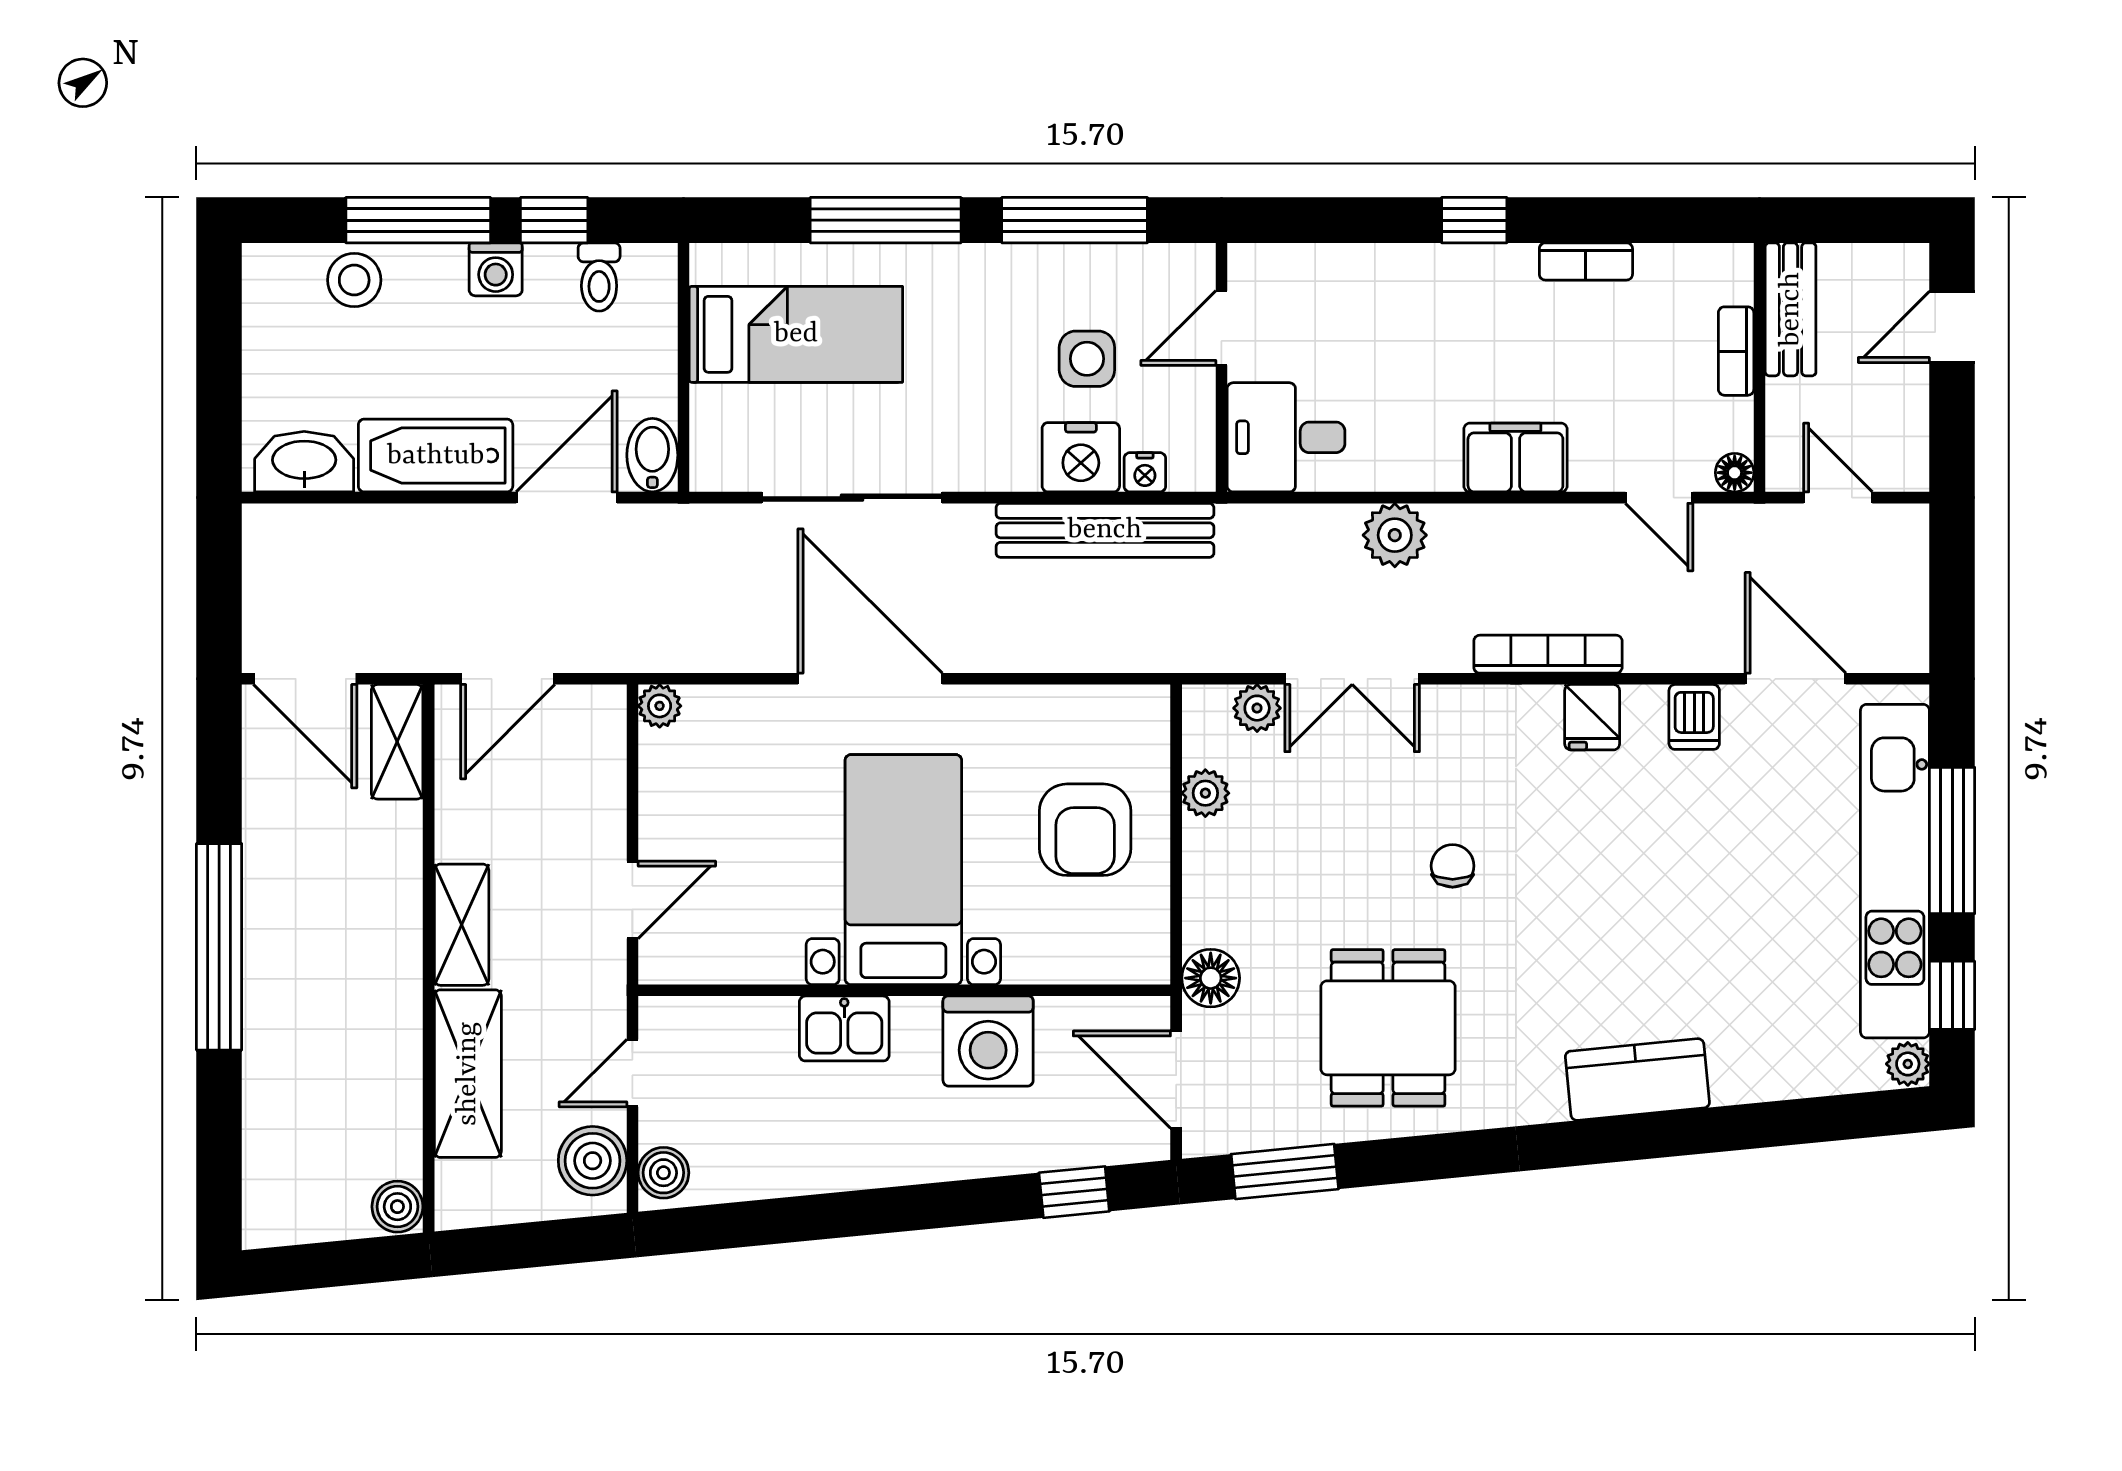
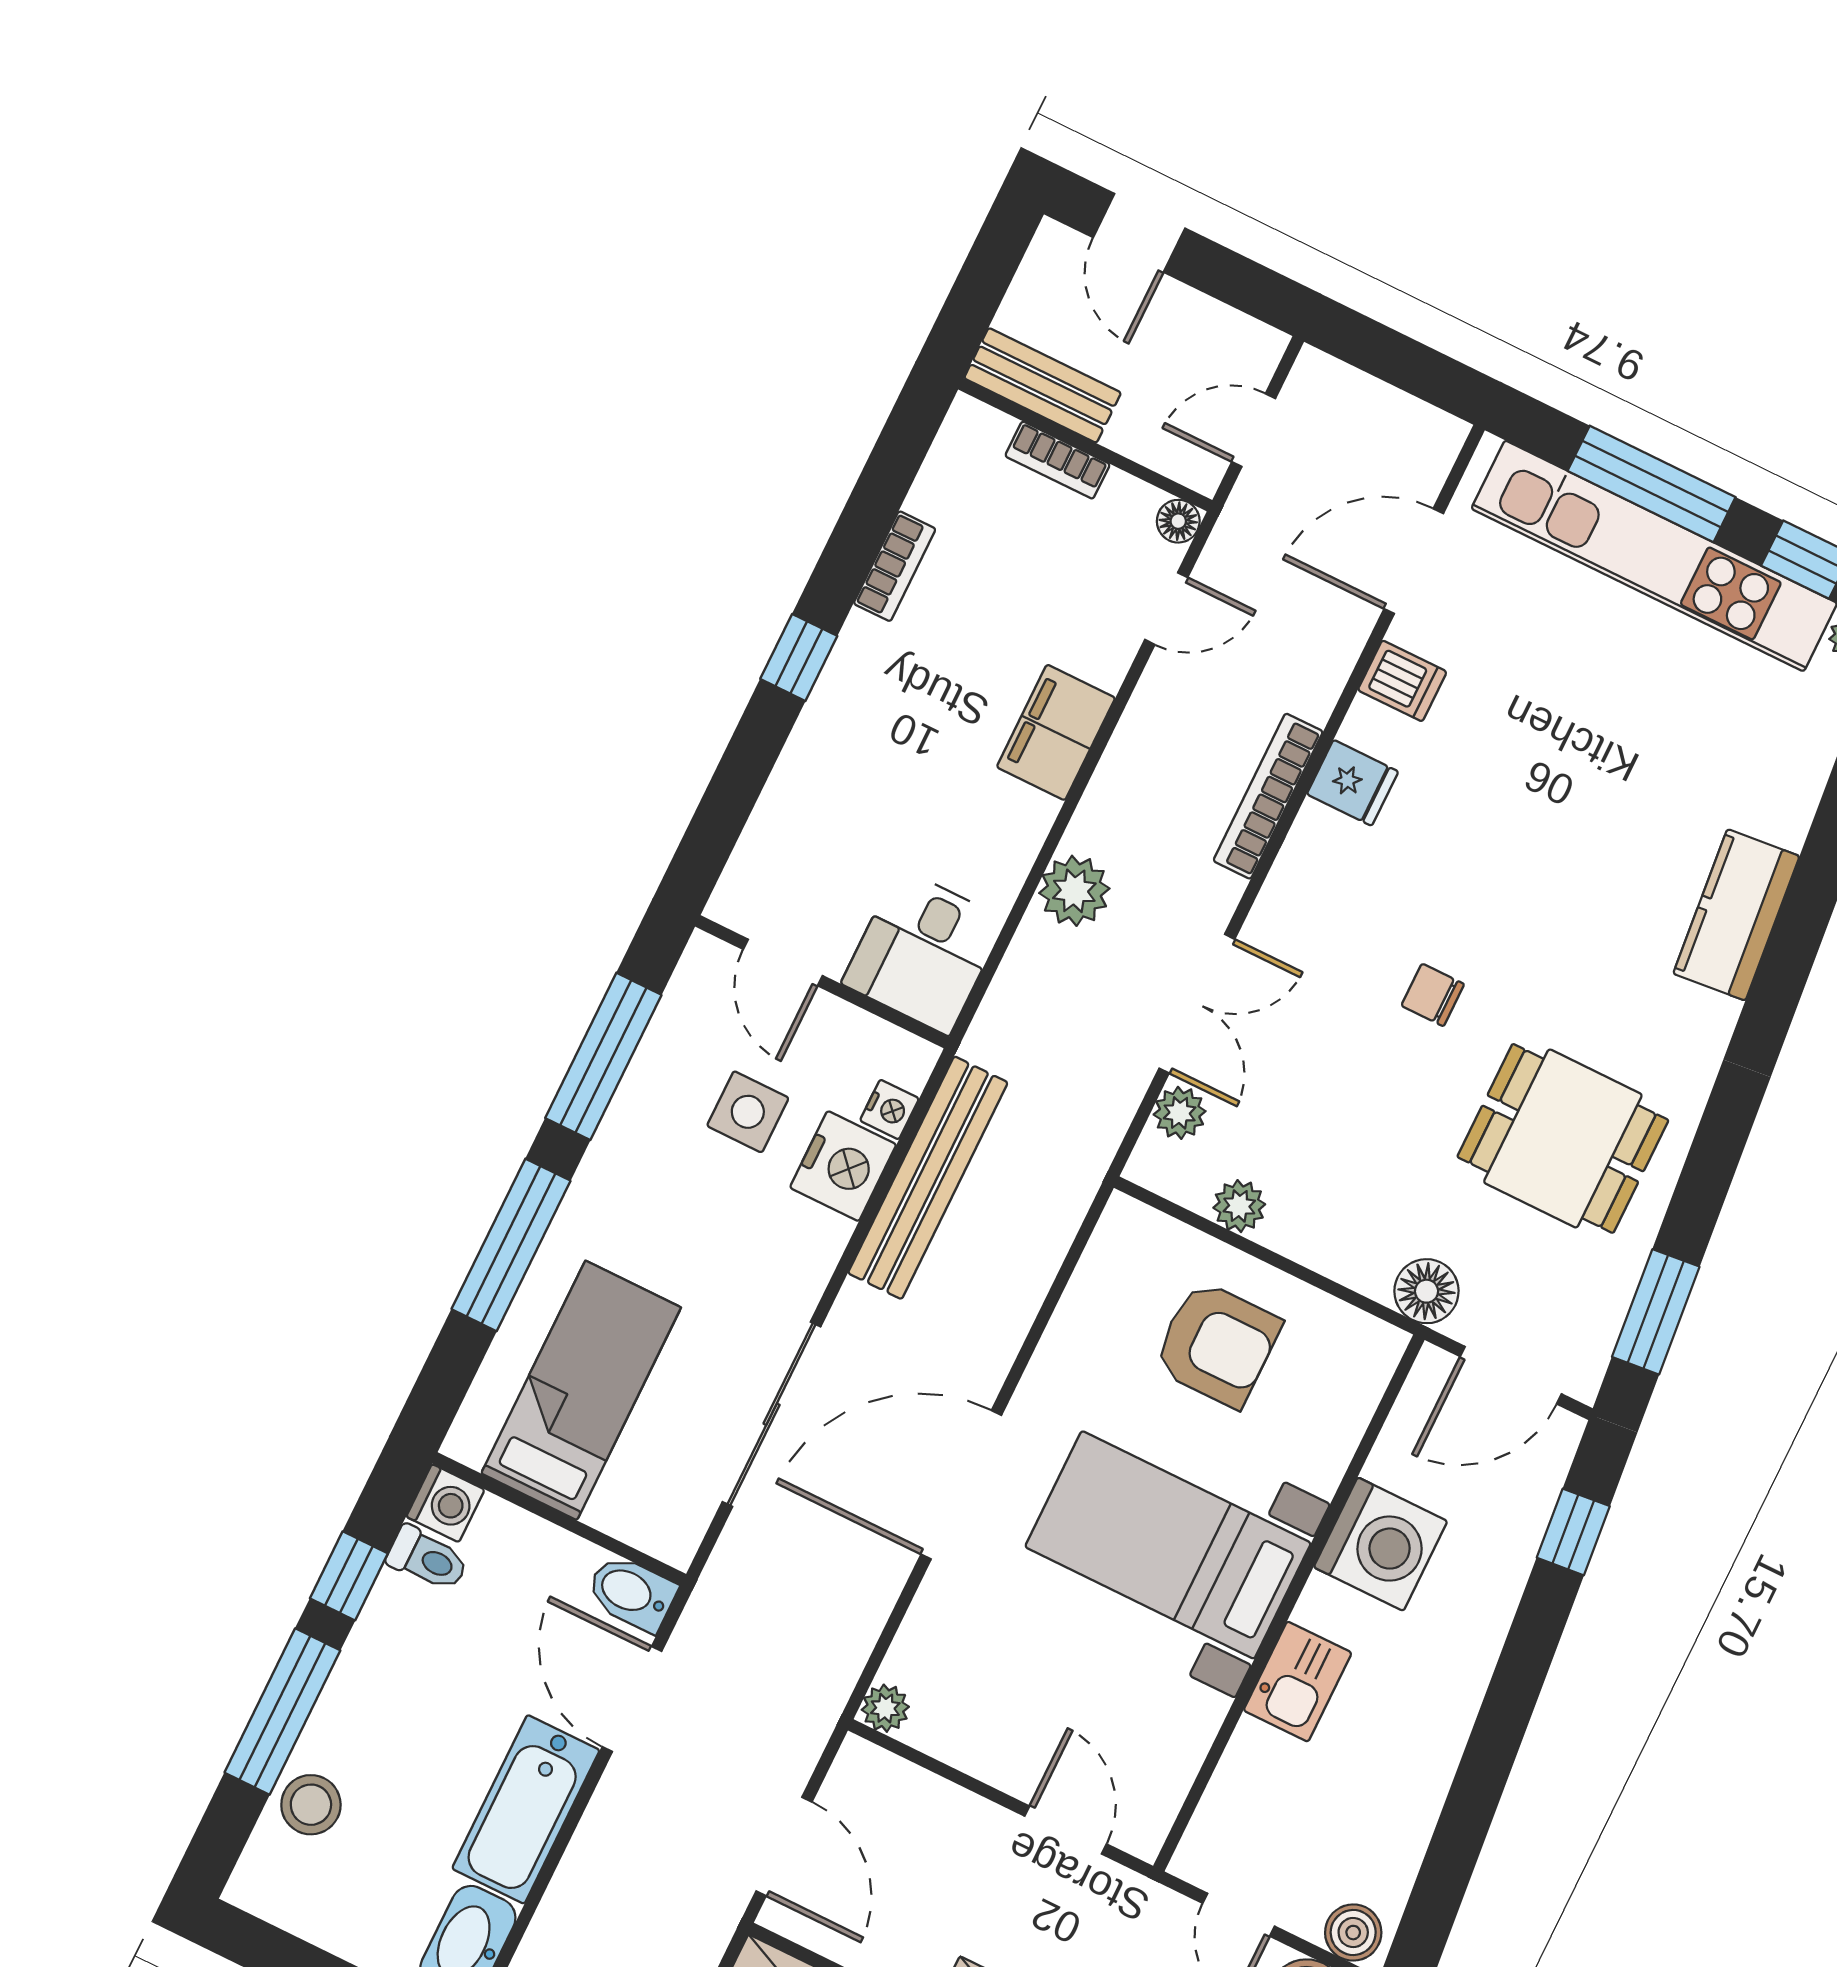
washing machine: (496, 269) -> (445, 1503), moved

